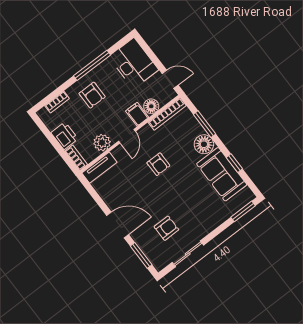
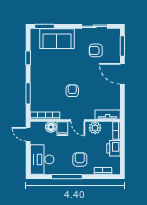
door: (127, 136) -> (78, 121), swing flipped
floor lamp: (204, 144) -> (37, 82), removed
sofa: (222, 174) -> (57, 39), moved, turned 90

